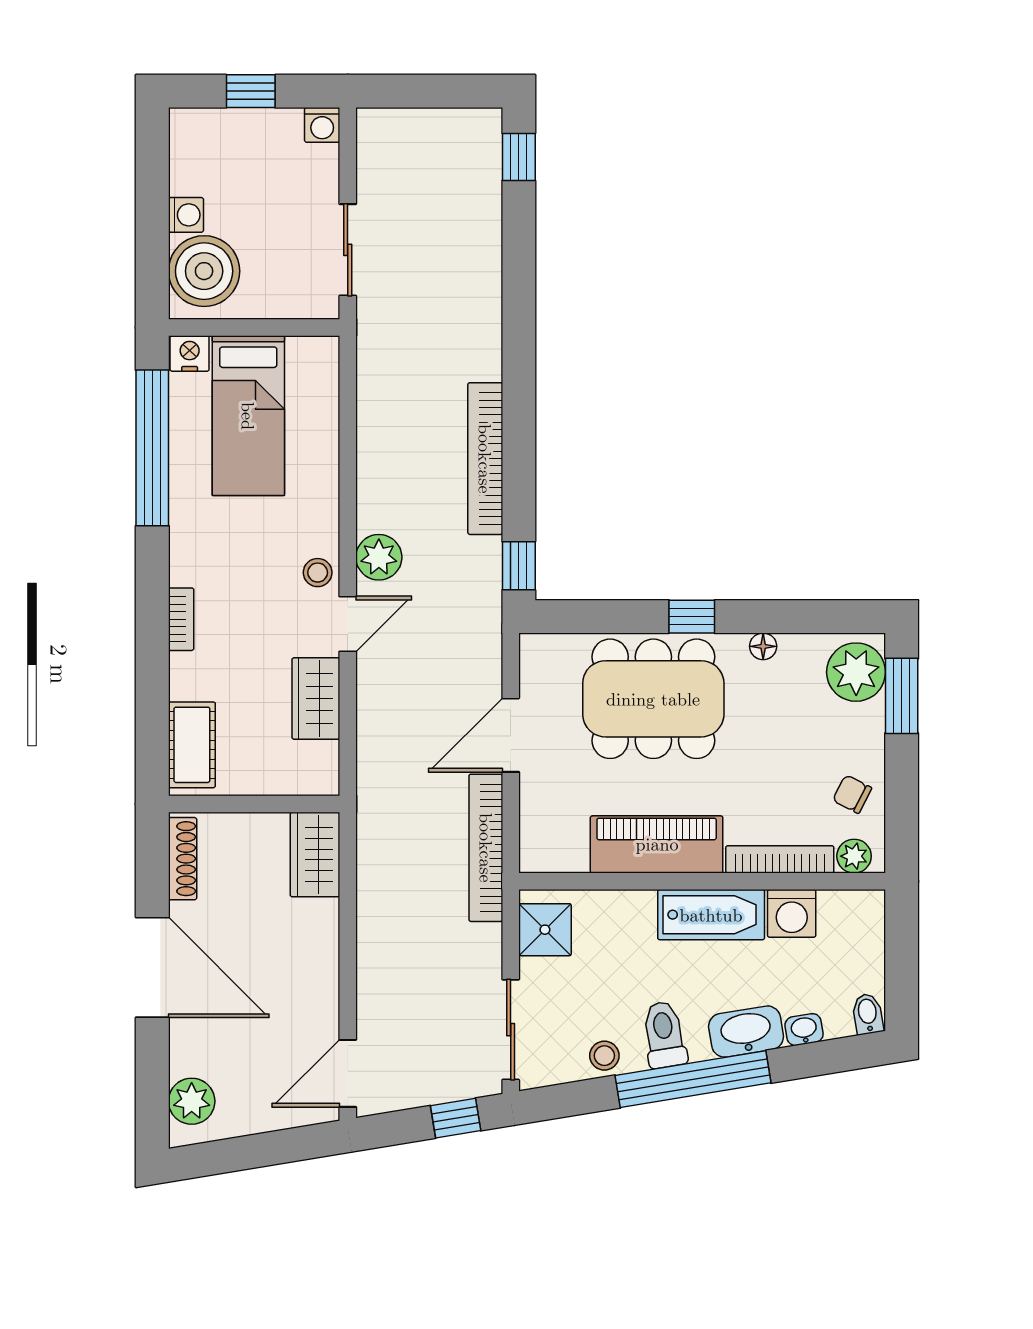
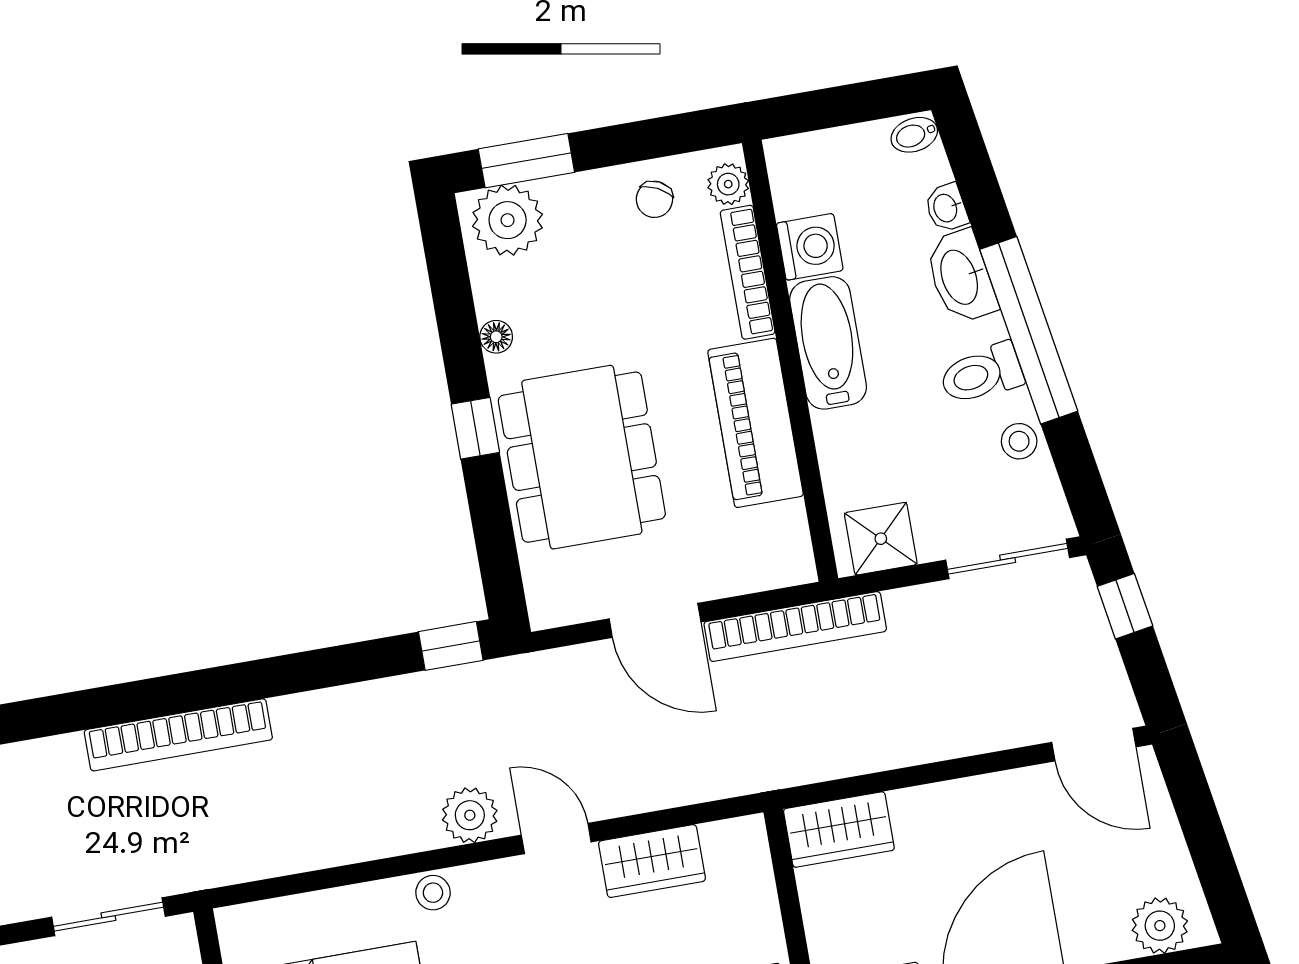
bookcase: (485, 459) -> (178, 735), moved
stool: (318, 573) -> (433, 893), moved

